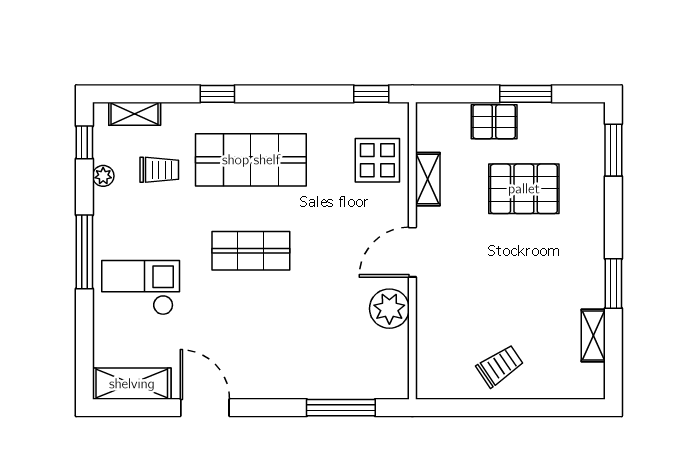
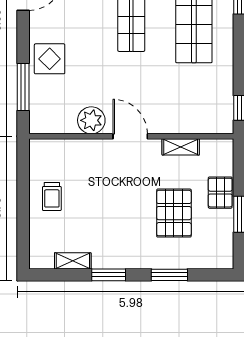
window: (613, 150) -> (169, 275), moved
display table: (377, 160) -> (50, 59), moved
trolley: (500, 366) -> (52, 197), turned 34

